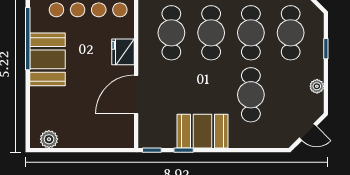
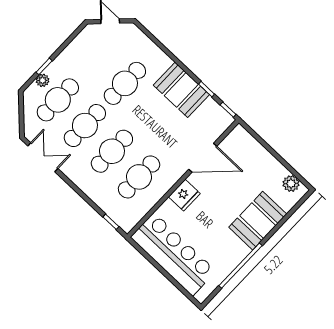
booth: (48, 59) -> (258, 221), moved
plant: (317, 86) -> (43, 80), moved

